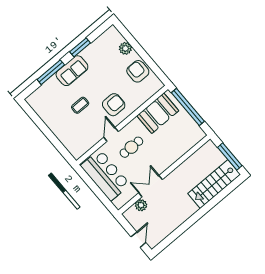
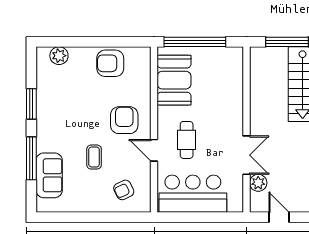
plant: (125, 48) -> (59, 56), moved
sofa: (72, 71) -> (49, 175), moved
armchair: (76, 136) -> (124, 190), added
double door: (151, 186) -> (246, 155), swing flipped
door: (138, 240) -> (279, 217), moved

